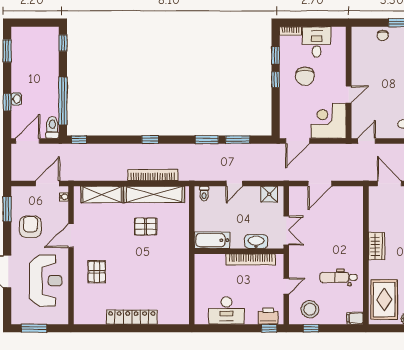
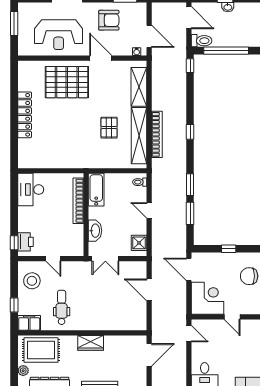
window: (276, 80) -> (229, 249), moved
bookcase: (250, 259) -> (78, 201), moved
pallet: (97, 272) -> (67, 82), width x2.05, depth x2.00
desk: (226, 311) -> (31, 190), moved
filing cabinet: (355, 318) -> (29, 323), width x2.00
window: (311, 328) -> (14, 305), moved

